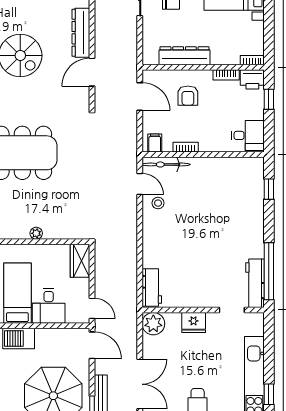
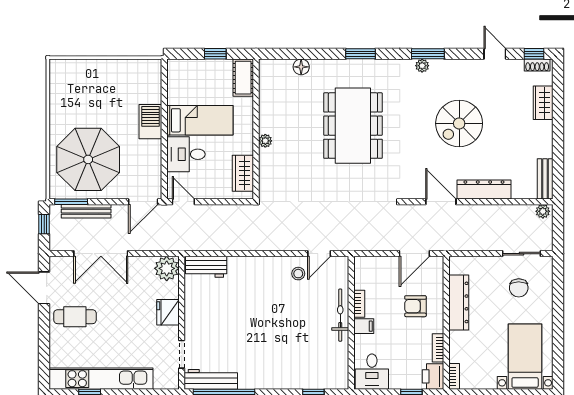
filing cabinet: (155, 143) -> (364, 326), moved
bicycle: (166, 164) -> (340, 315), moved
wardrobe: (80, 261) -> (243, 173), moved, turned -90
door: (92, 308) -> (183, 202), swing flipped

